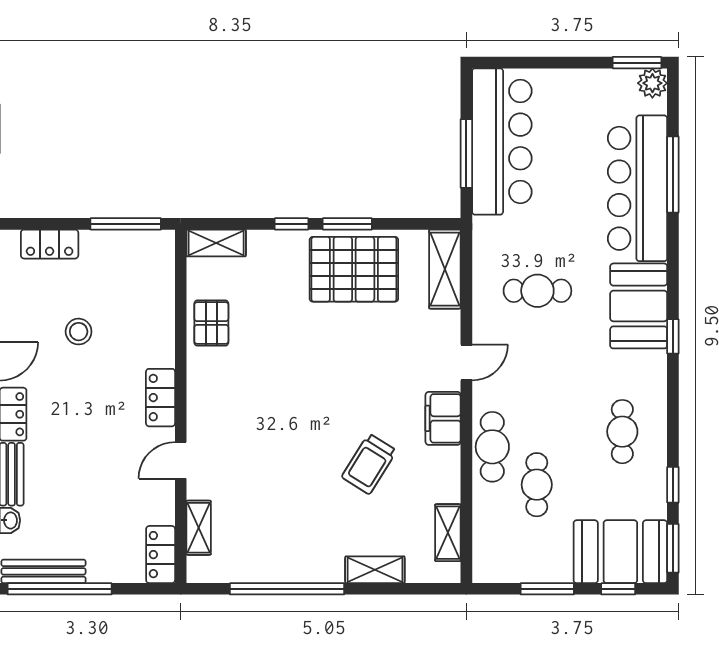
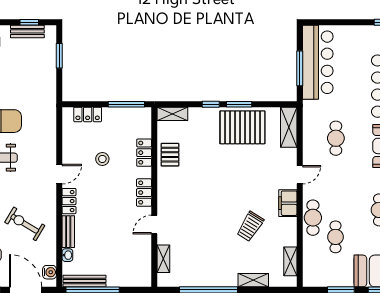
cafe table: (537, 291) -> (336, 138), turned 90
locker: (161, 555) -> (144, 153), moved

